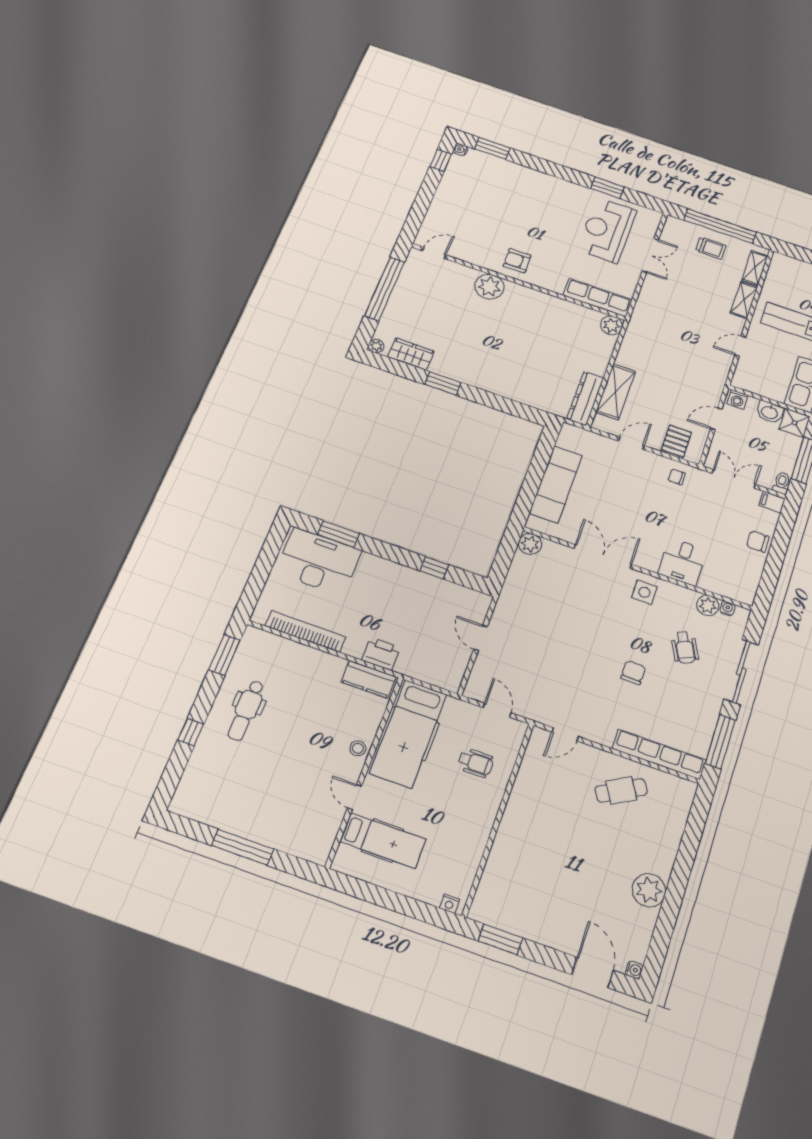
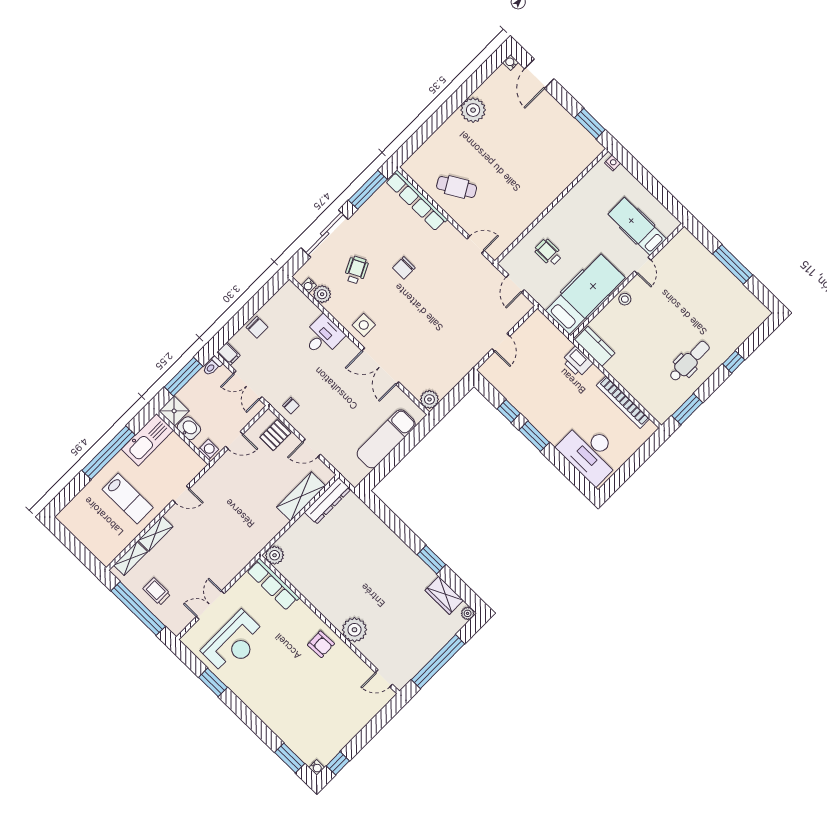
window: (338, 534) -> (534, 436), moved

